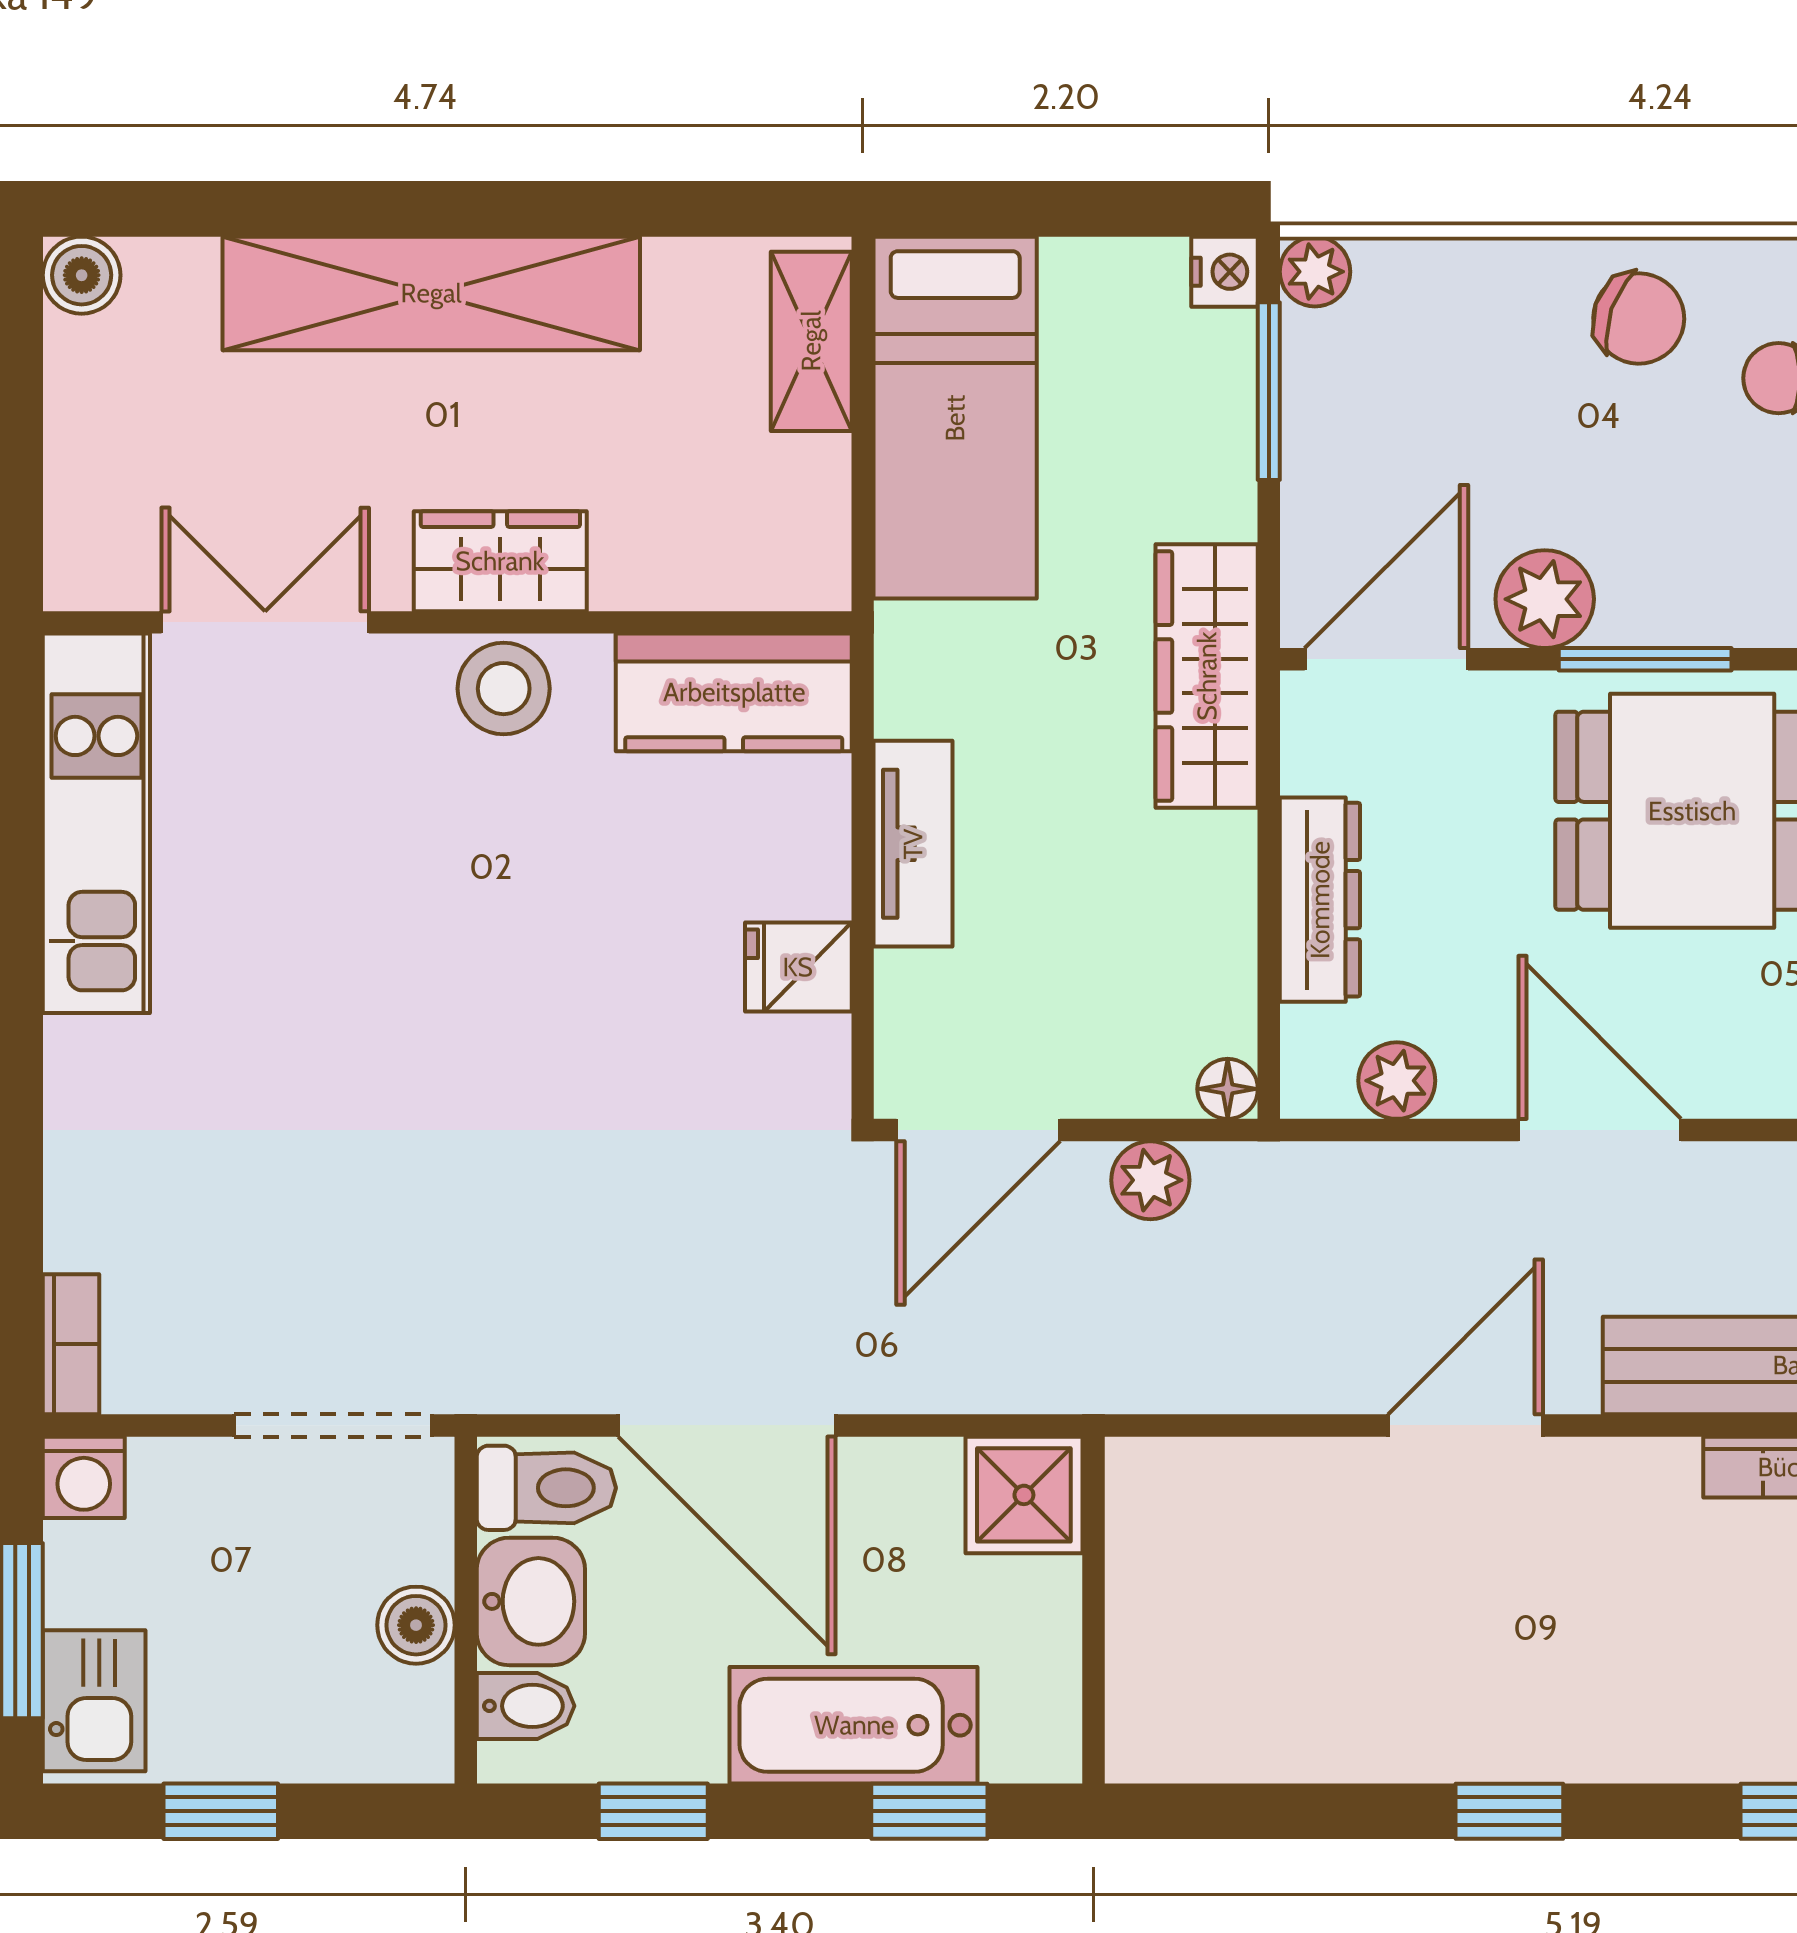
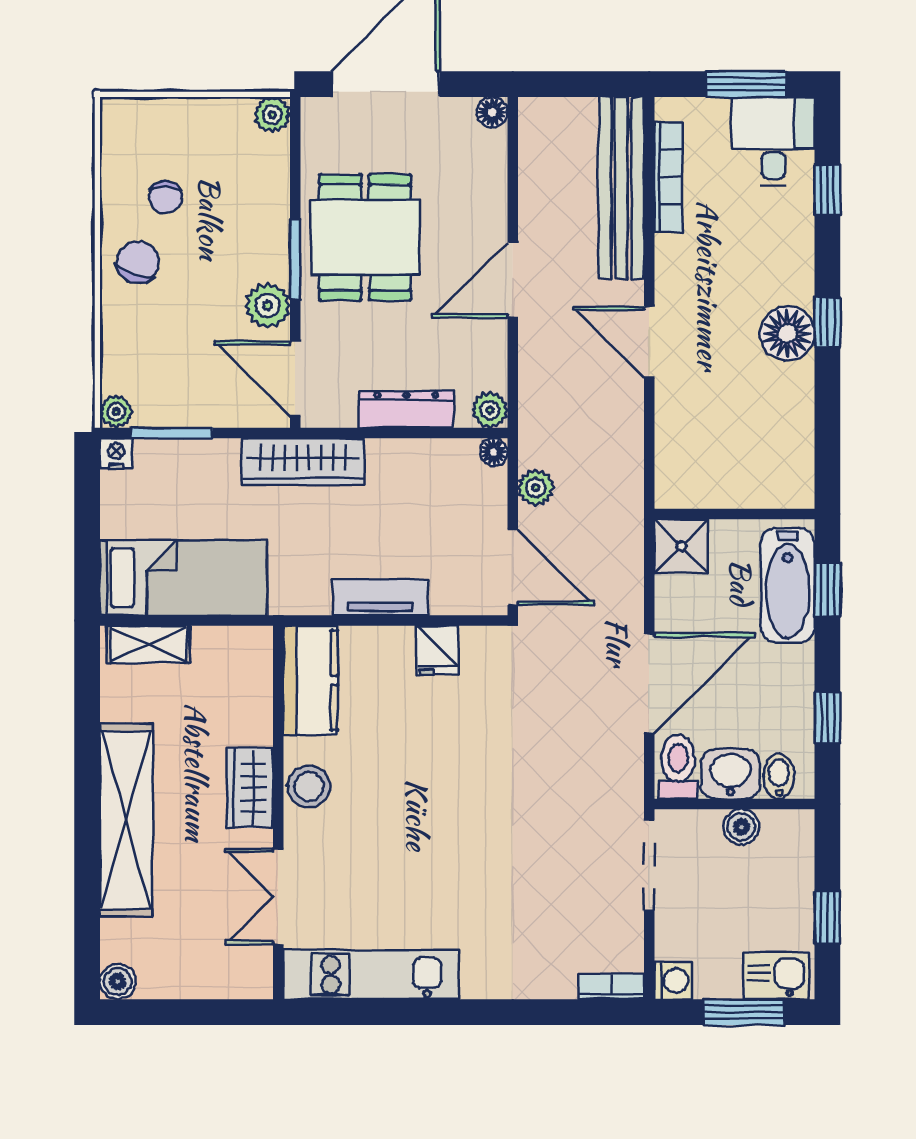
plant: (1397, 1081) -> (490, 410), moved
bathtub: (854, 1725) -> (788, 585), moved
floor lamp: (1484, 1725) -> (787, 333), added

